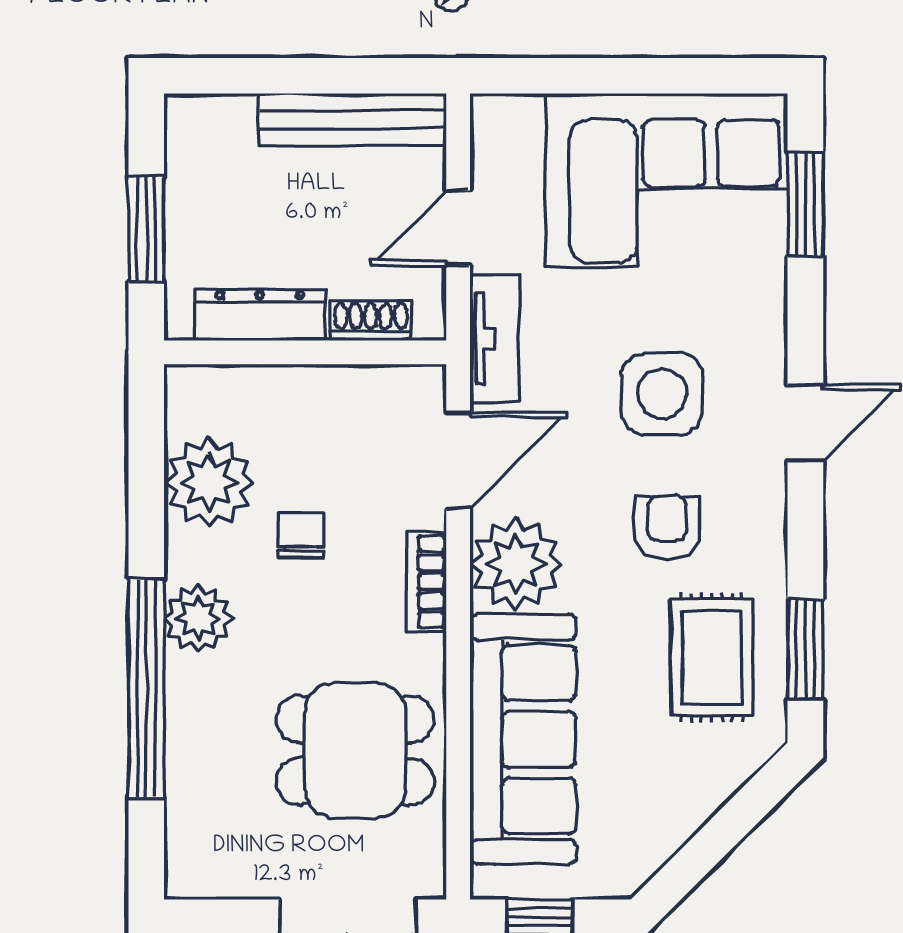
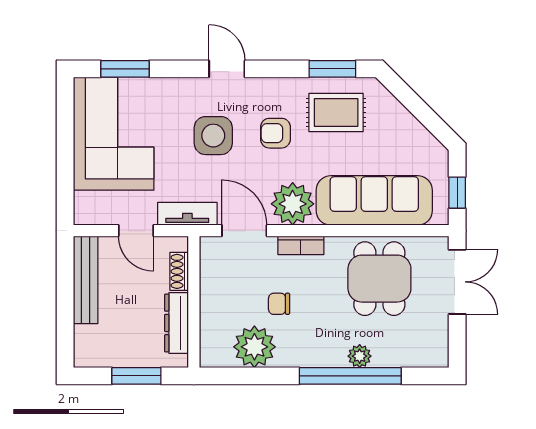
plant: (198, 618) -> (360, 356), moved, width x0.73, depth x0.73

